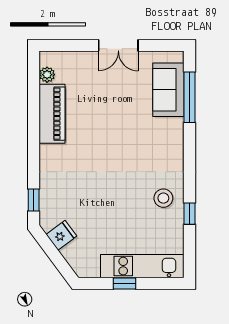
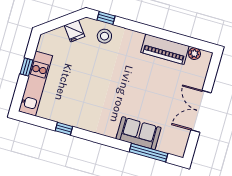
double door: (118, 45) -> (201, 111), width x1.37
sofa: (168, 90) -> (139, 133), moved
stool: (163, 198) -> (104, 36), moved

